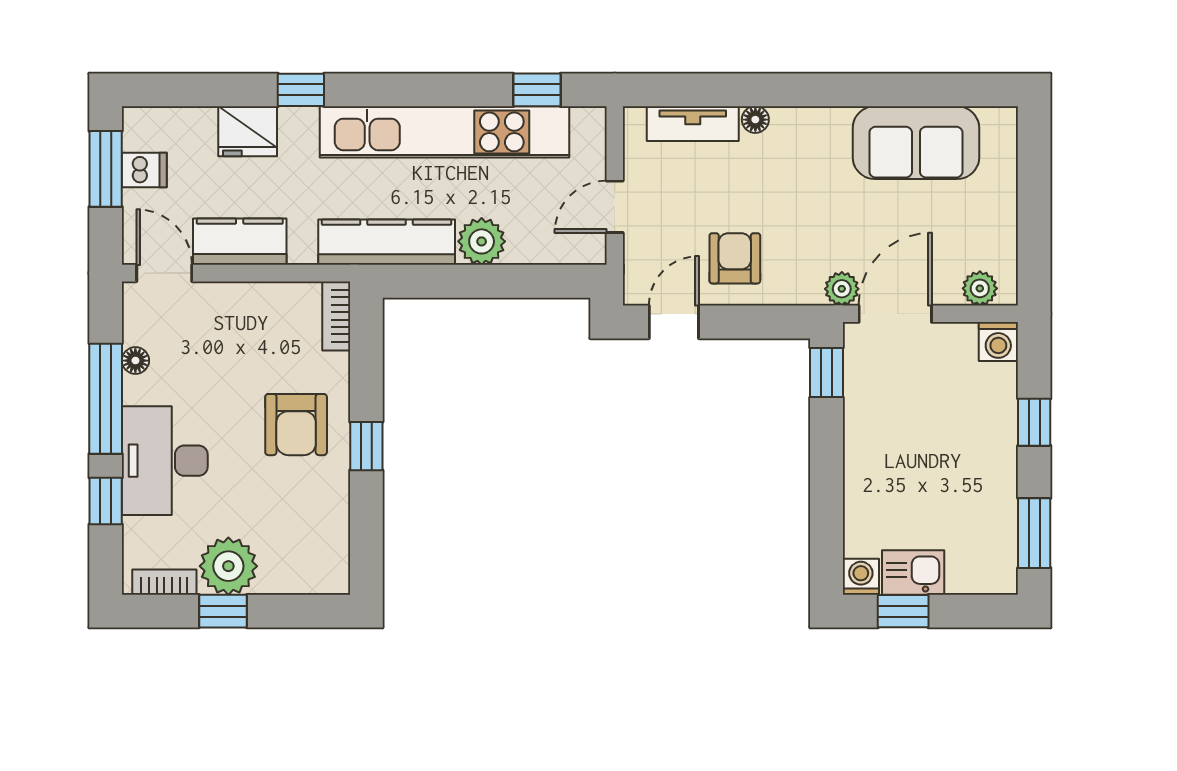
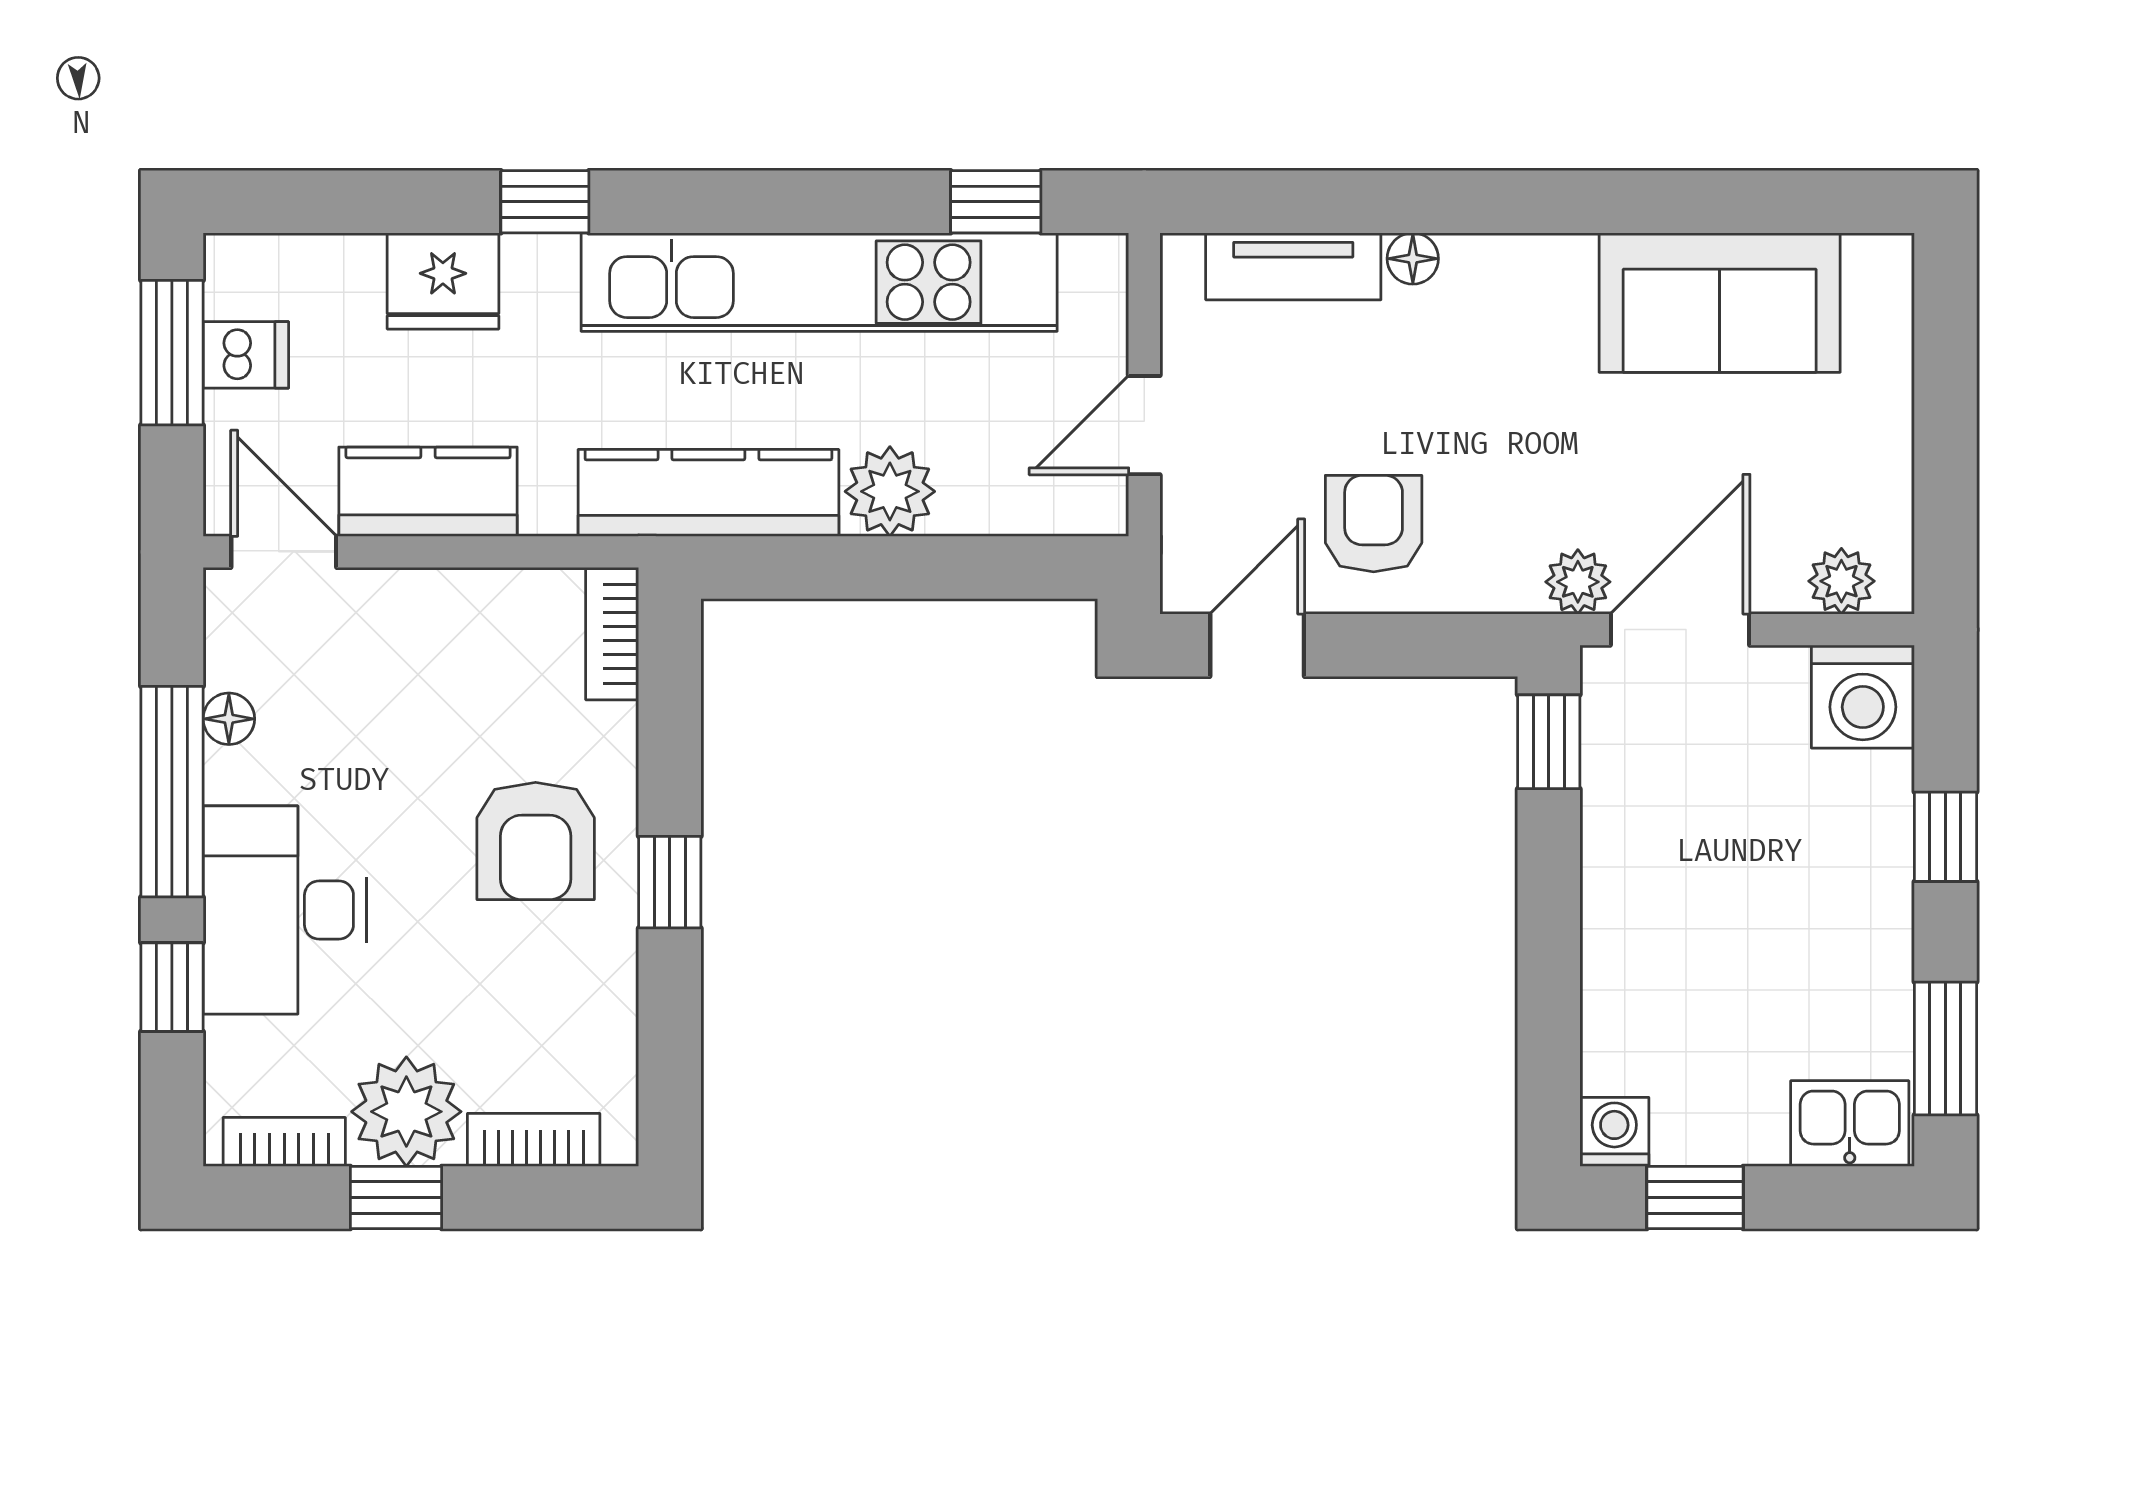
washing machine: (998, 342) -> (1863, 697), width x1.38, depth x1.38
kitchen sink: (913, 572) -> (1850, 1124), moved
bookcase: (295, 581) -> (534, 1140), added

